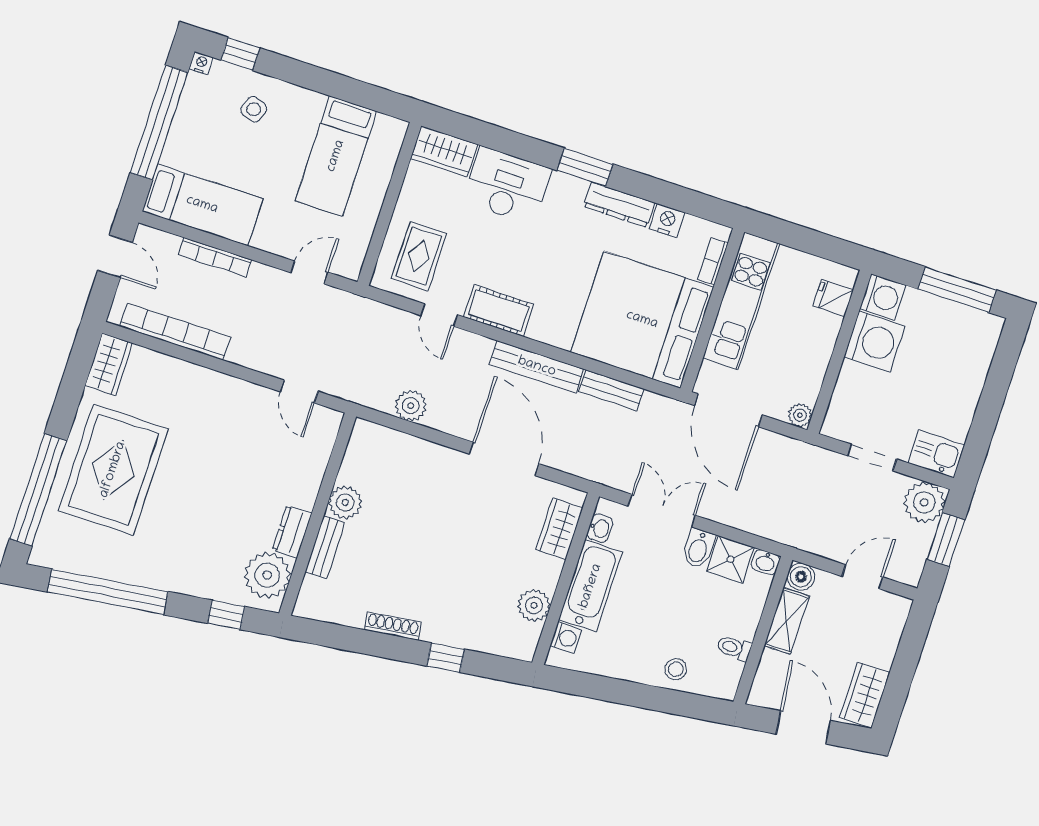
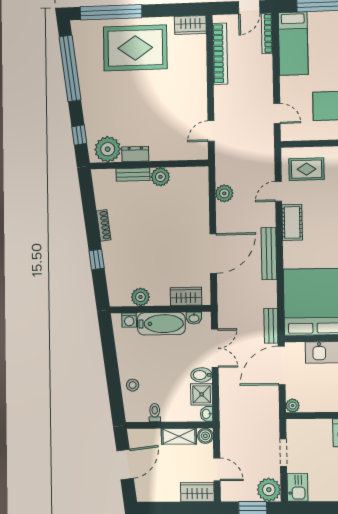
bookcase: (215, 257) -> (267, 33), moved
bench: (612, 390) -> (271, 326), moved
wardrobe: (865, 695) -> (197, 492), moved

